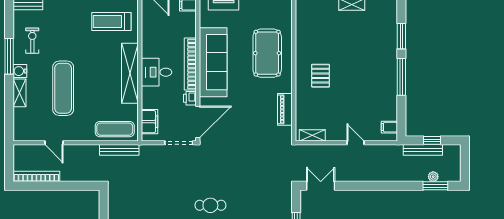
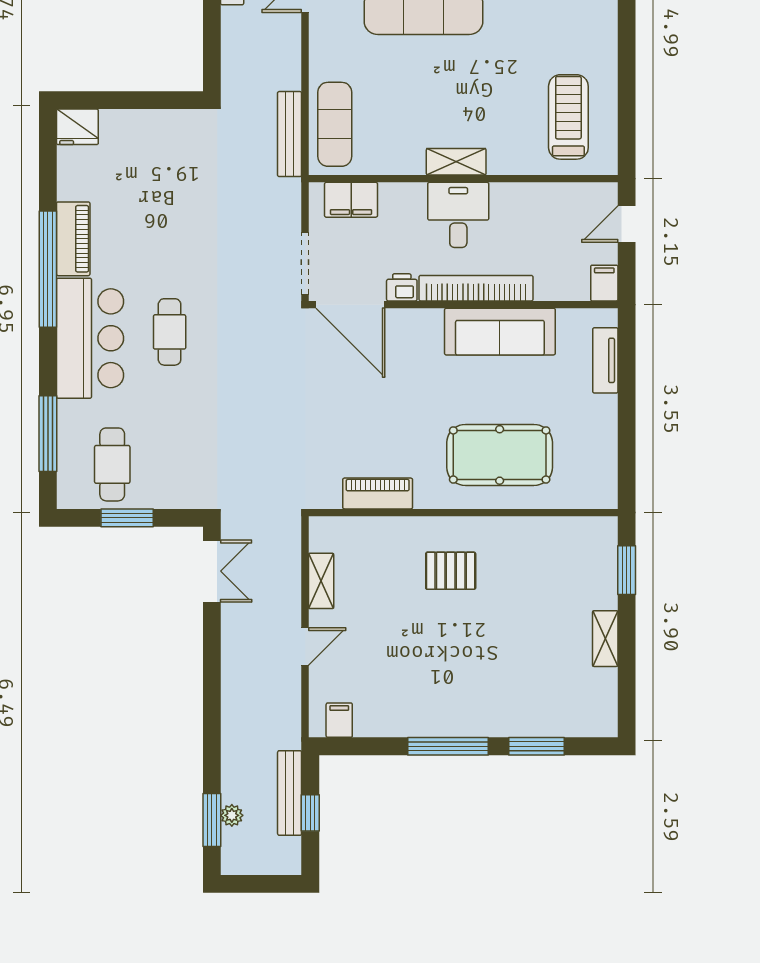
sofa: (213, 62) -> (500, 332), width x0.74, depth x0.79
shelving: (130, 73) -> (456, 162), width x0.45, depth x0.75
shelving: (312, 135) -> (321, 581), moved

